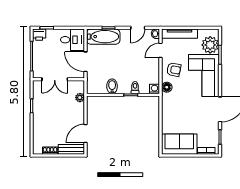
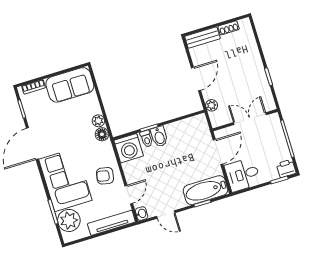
door: (138, 28) -> (166, 214), swing flipped
door: (85, 62) -> (218, 152), hinge flipped
bidet: (112, 86) -> (159, 137), moved
floor lamp: (167, 87) -> (102, 134), moved
washing machine: (155, 89) -> (129, 148), width x1.89, depth x1.89
plant: (166, 111) -> (98, 121), added
door: (85, 133) -> (196, 79), moved

